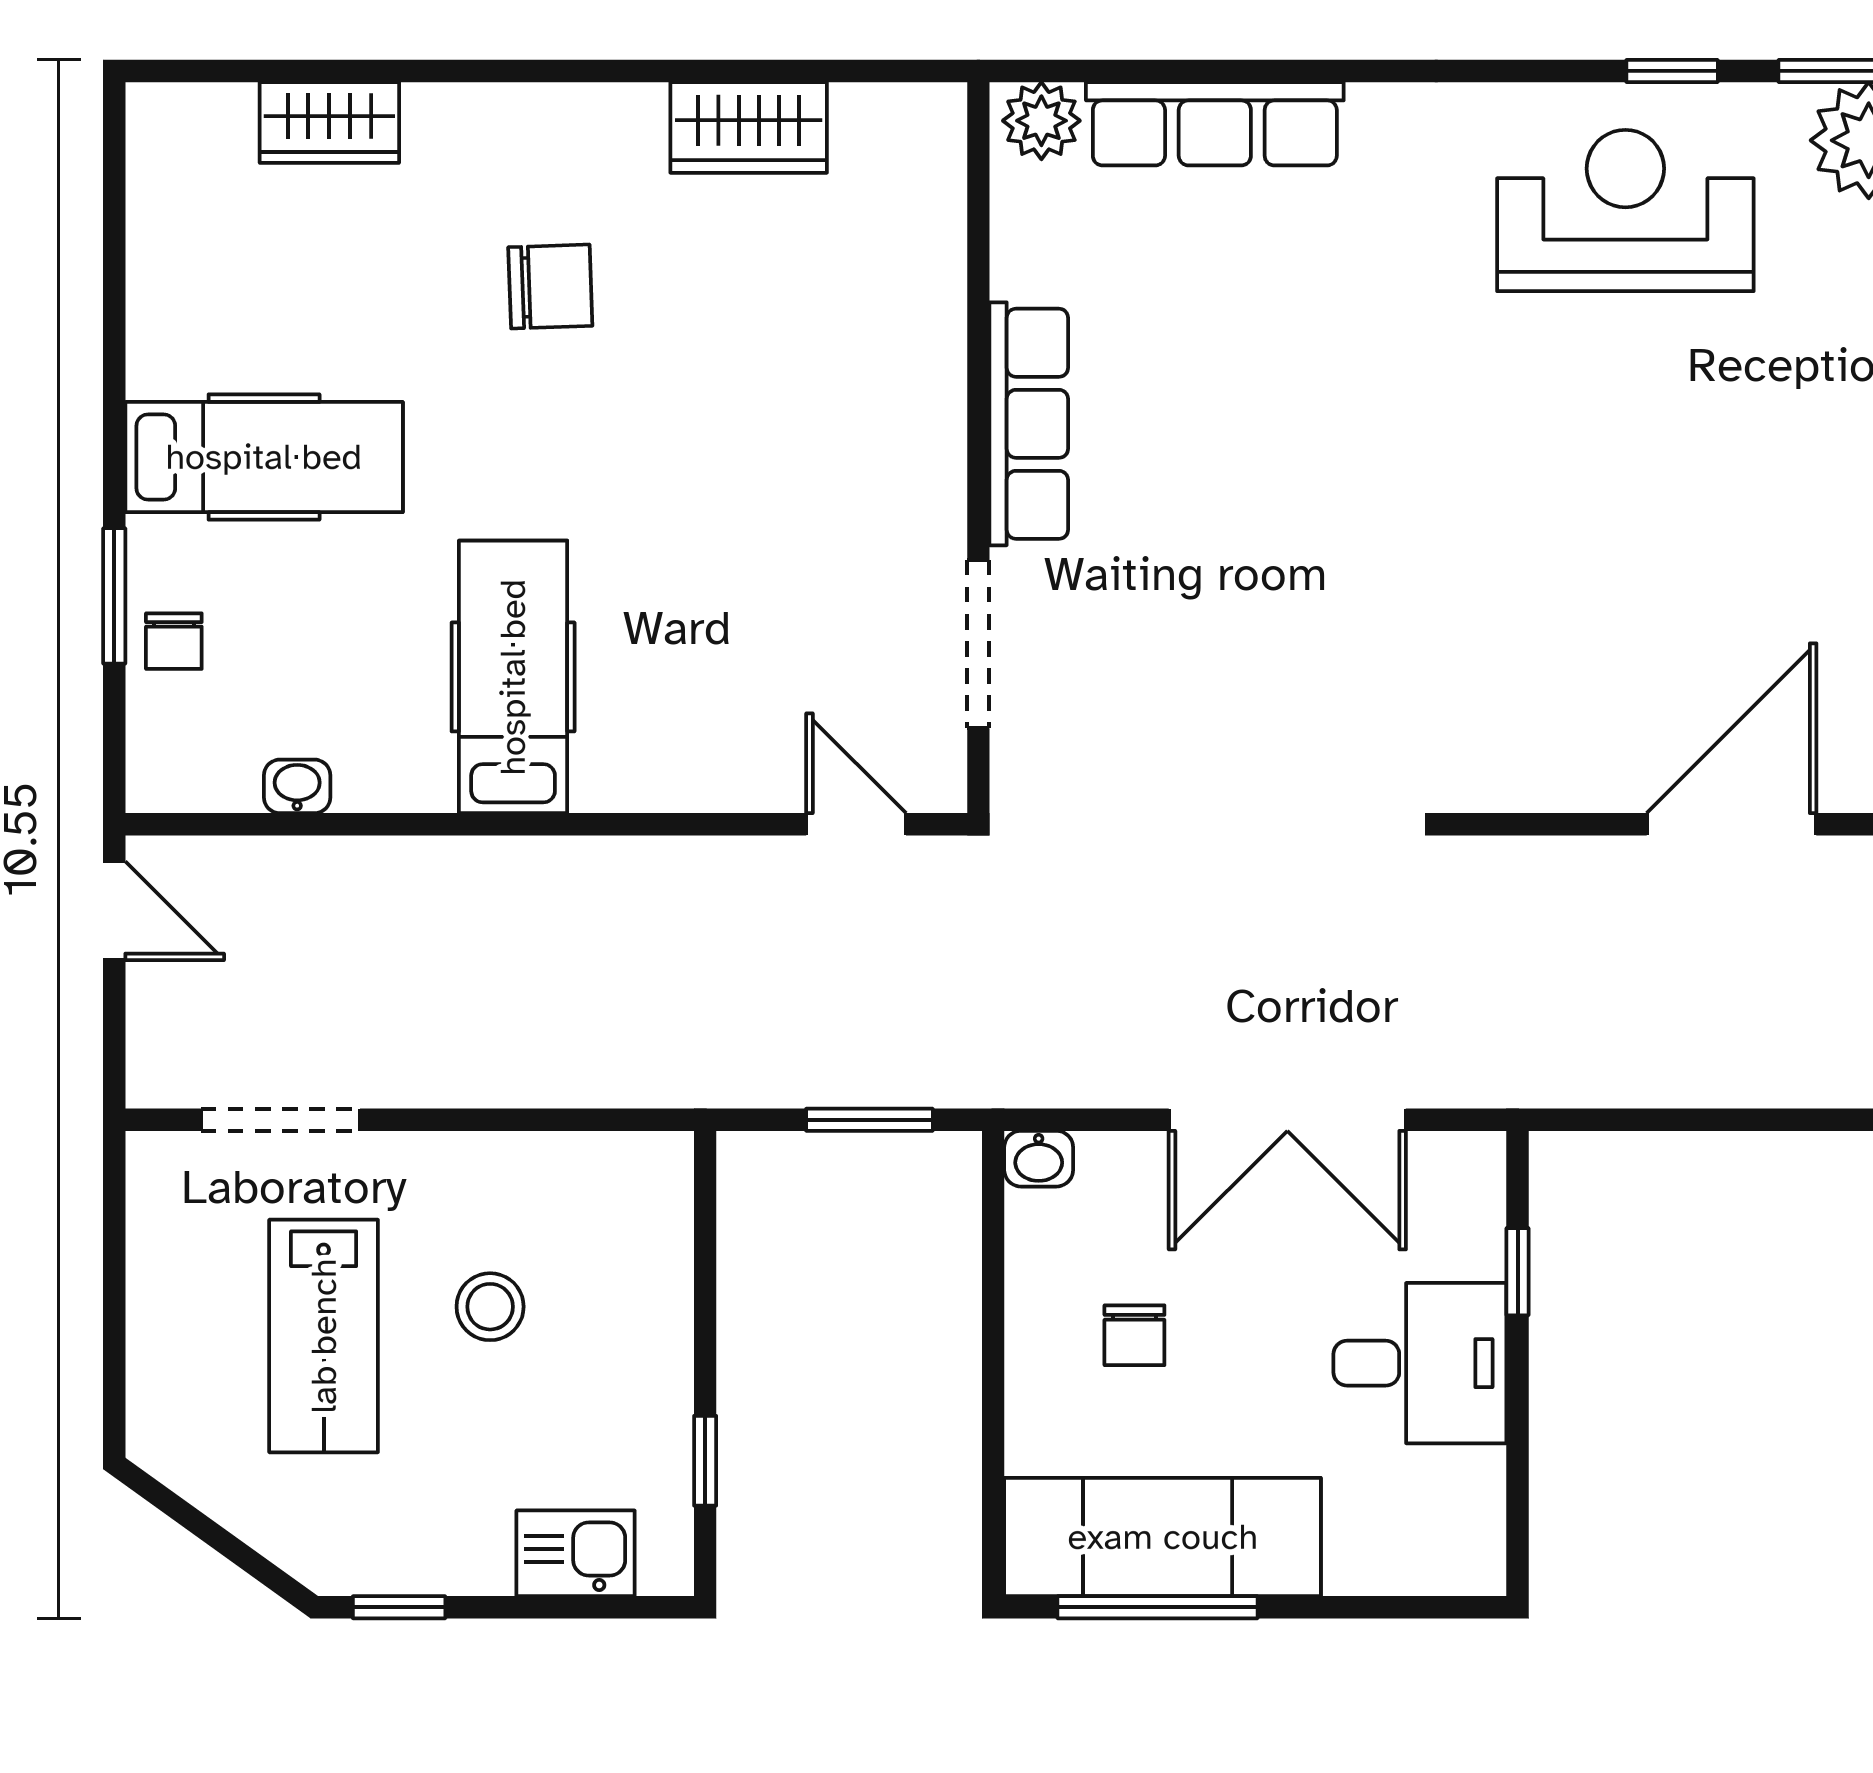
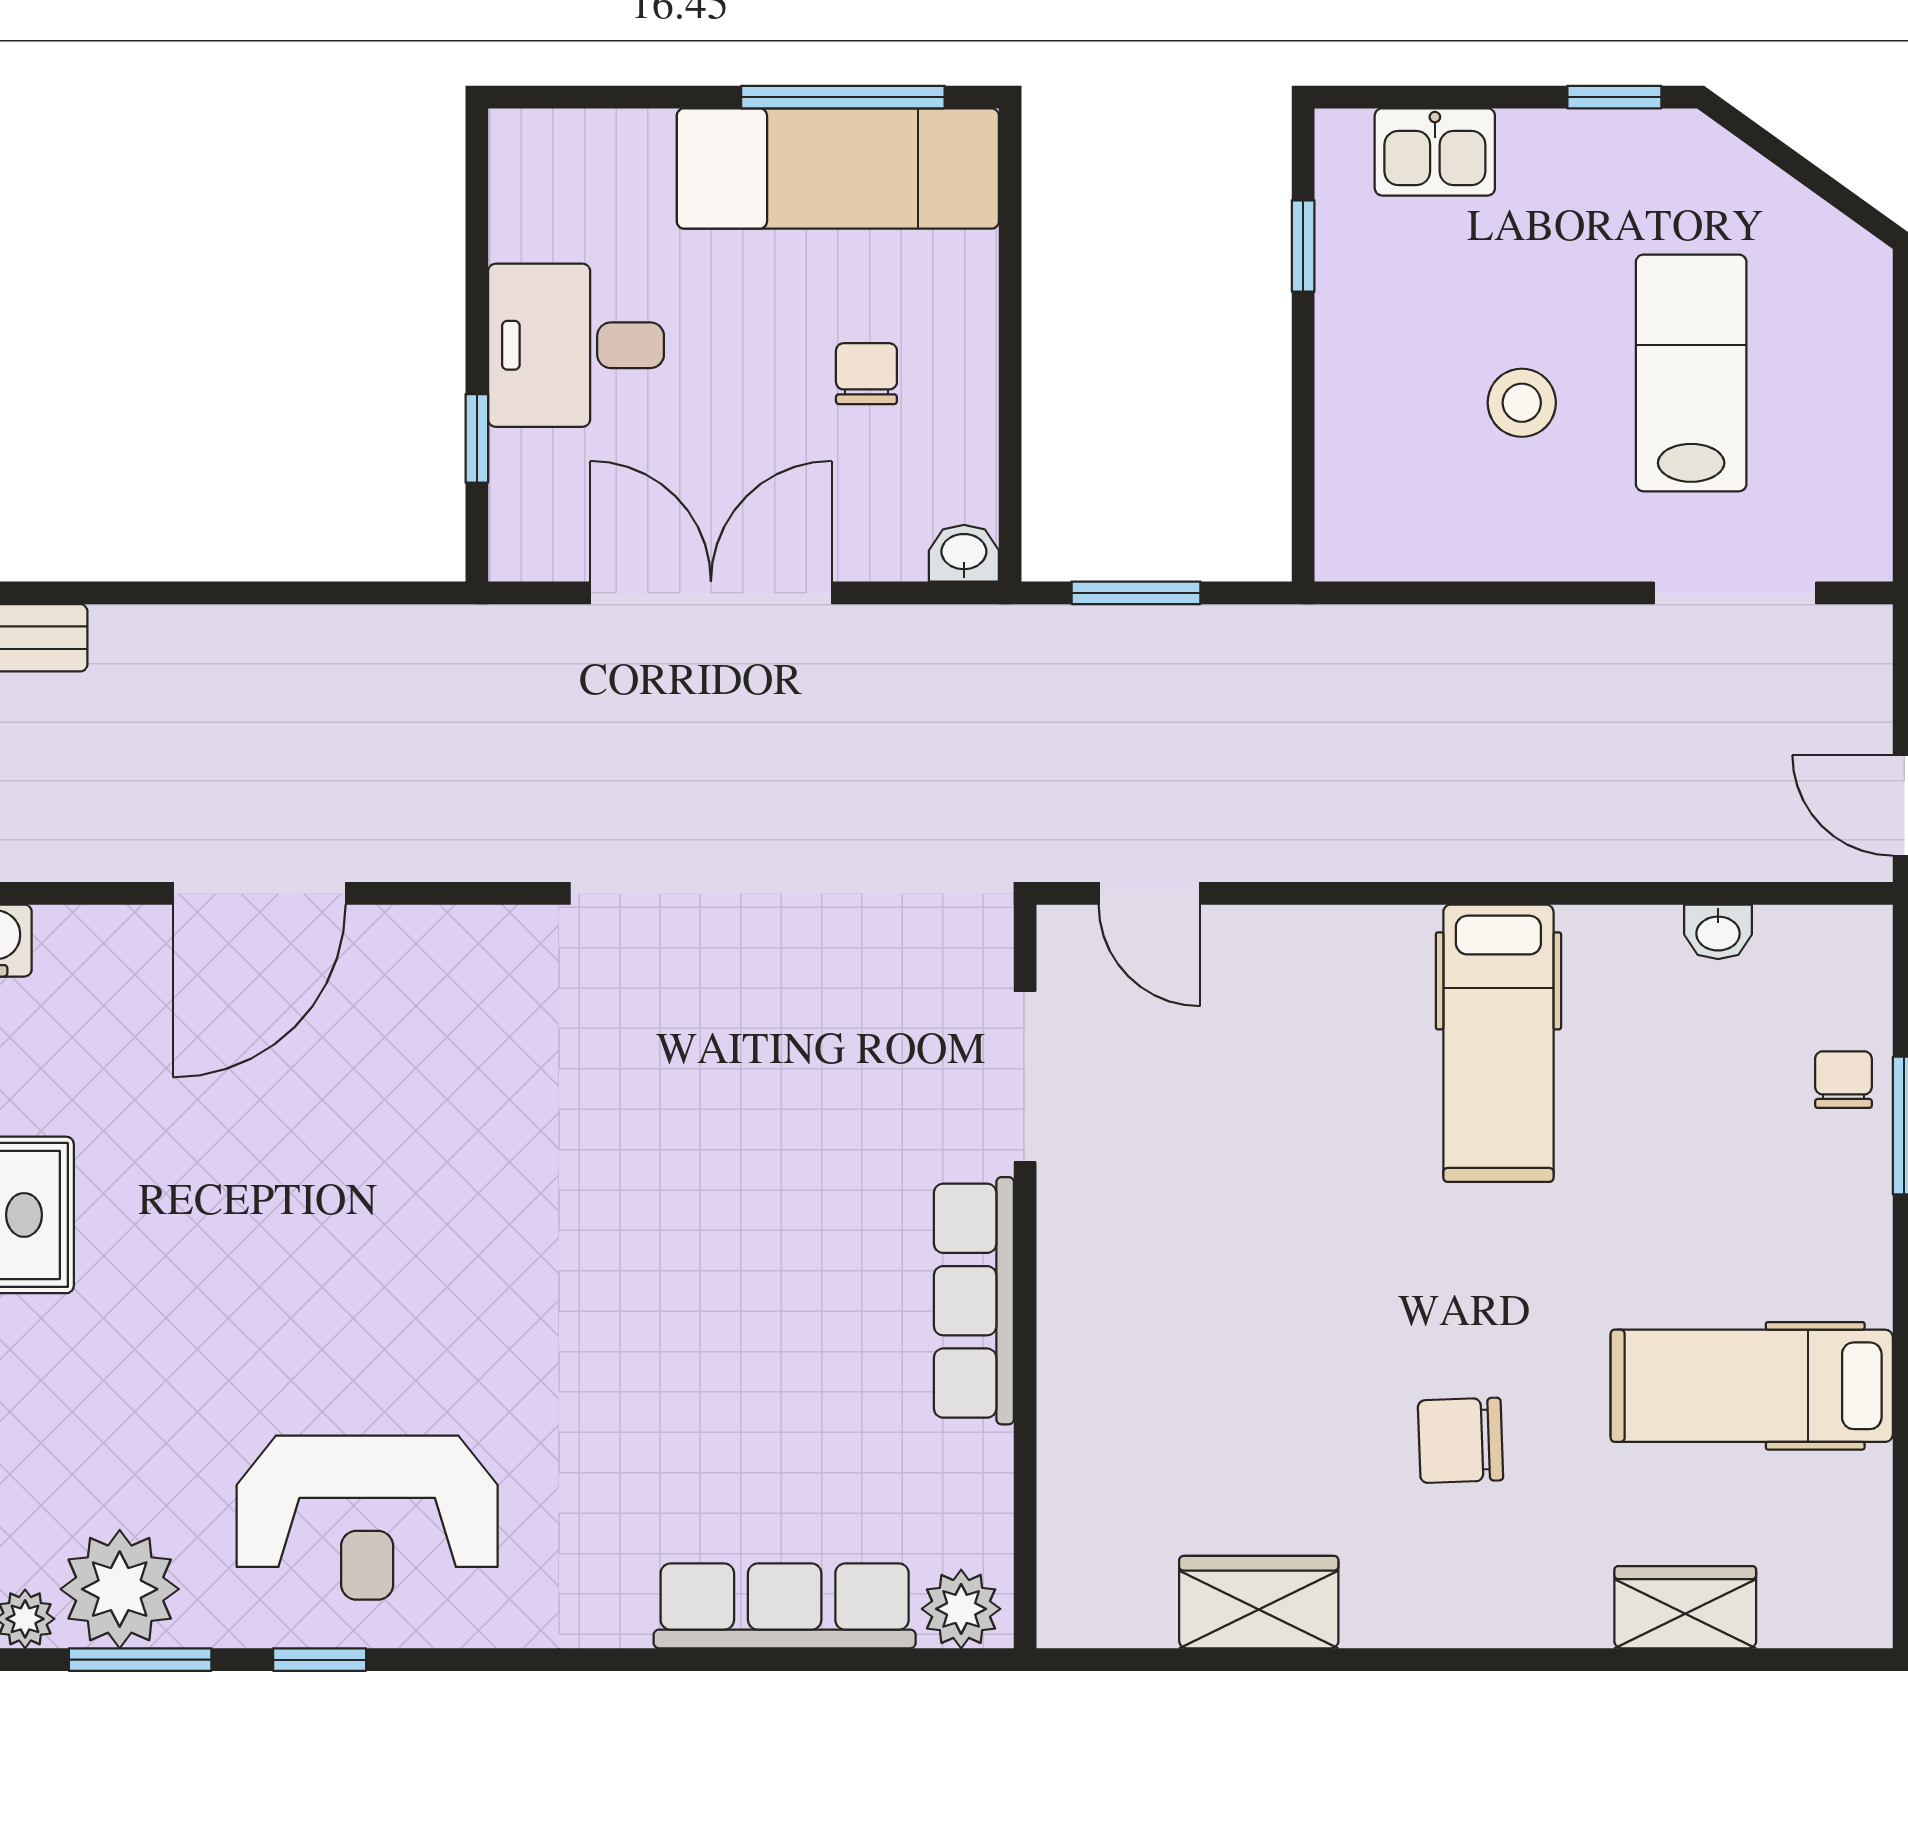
hospital bed: (264, 457) -> (1752, 1386), moved

